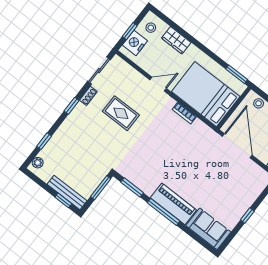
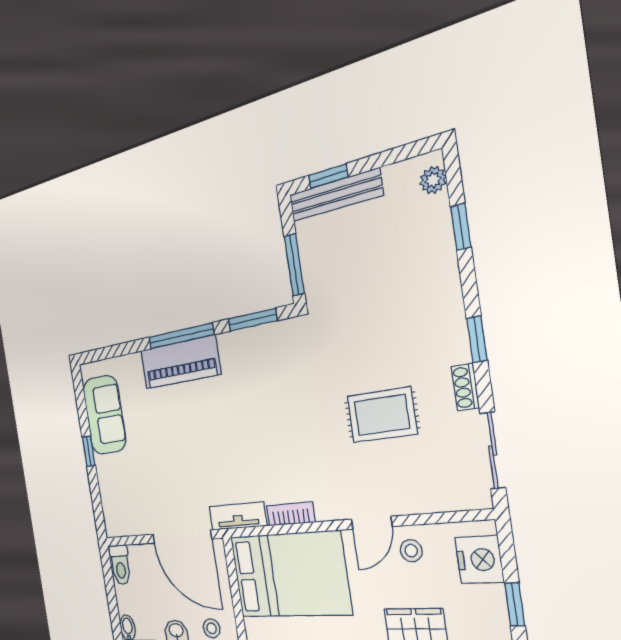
stool: (151, 28) -> (411, 551), moved
window: (130, 31) -> (515, 604), moved
tv unit: (206, 131) -> (238, 516), added
sofa: (208, 229) -> (104, 415), moved, turned -90

